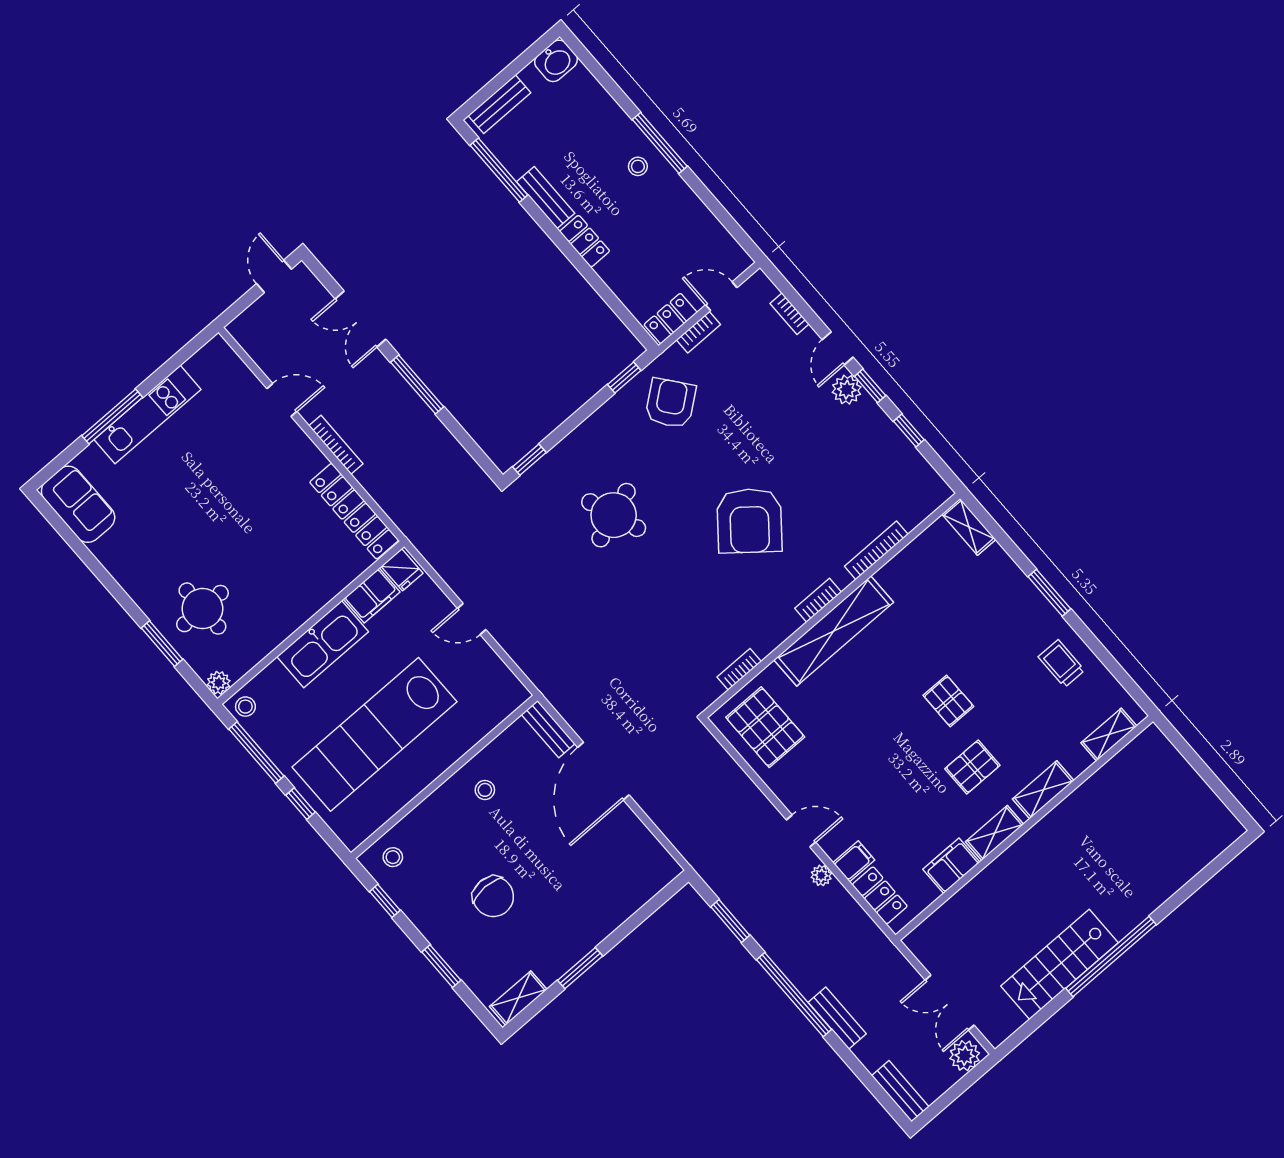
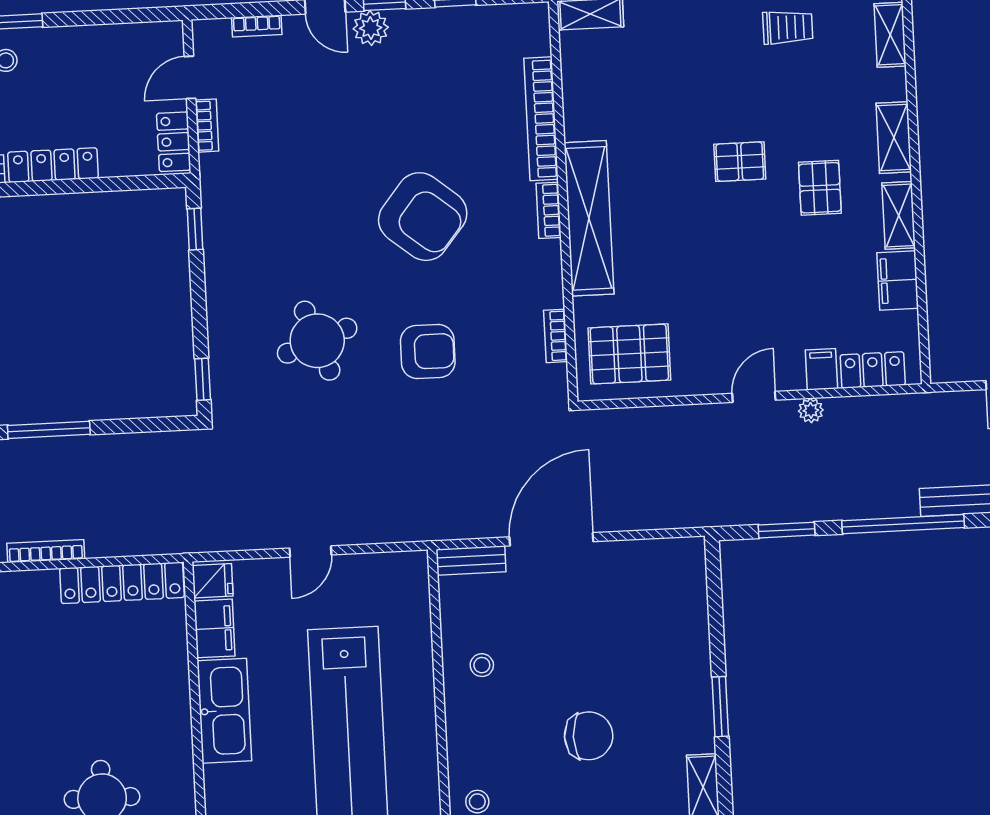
locker: (585, 241) -> (53, 165), width x1.53
armchair: (671, 403) -> (428, 352), moved, turned 128
bookcase: (876, 550) -> (541, 119), width x1.48, depth x1.31
trolley: (1061, 664) -> (788, 27), turned 180
door: (603, 771) -> (551, 539), swing flipped

